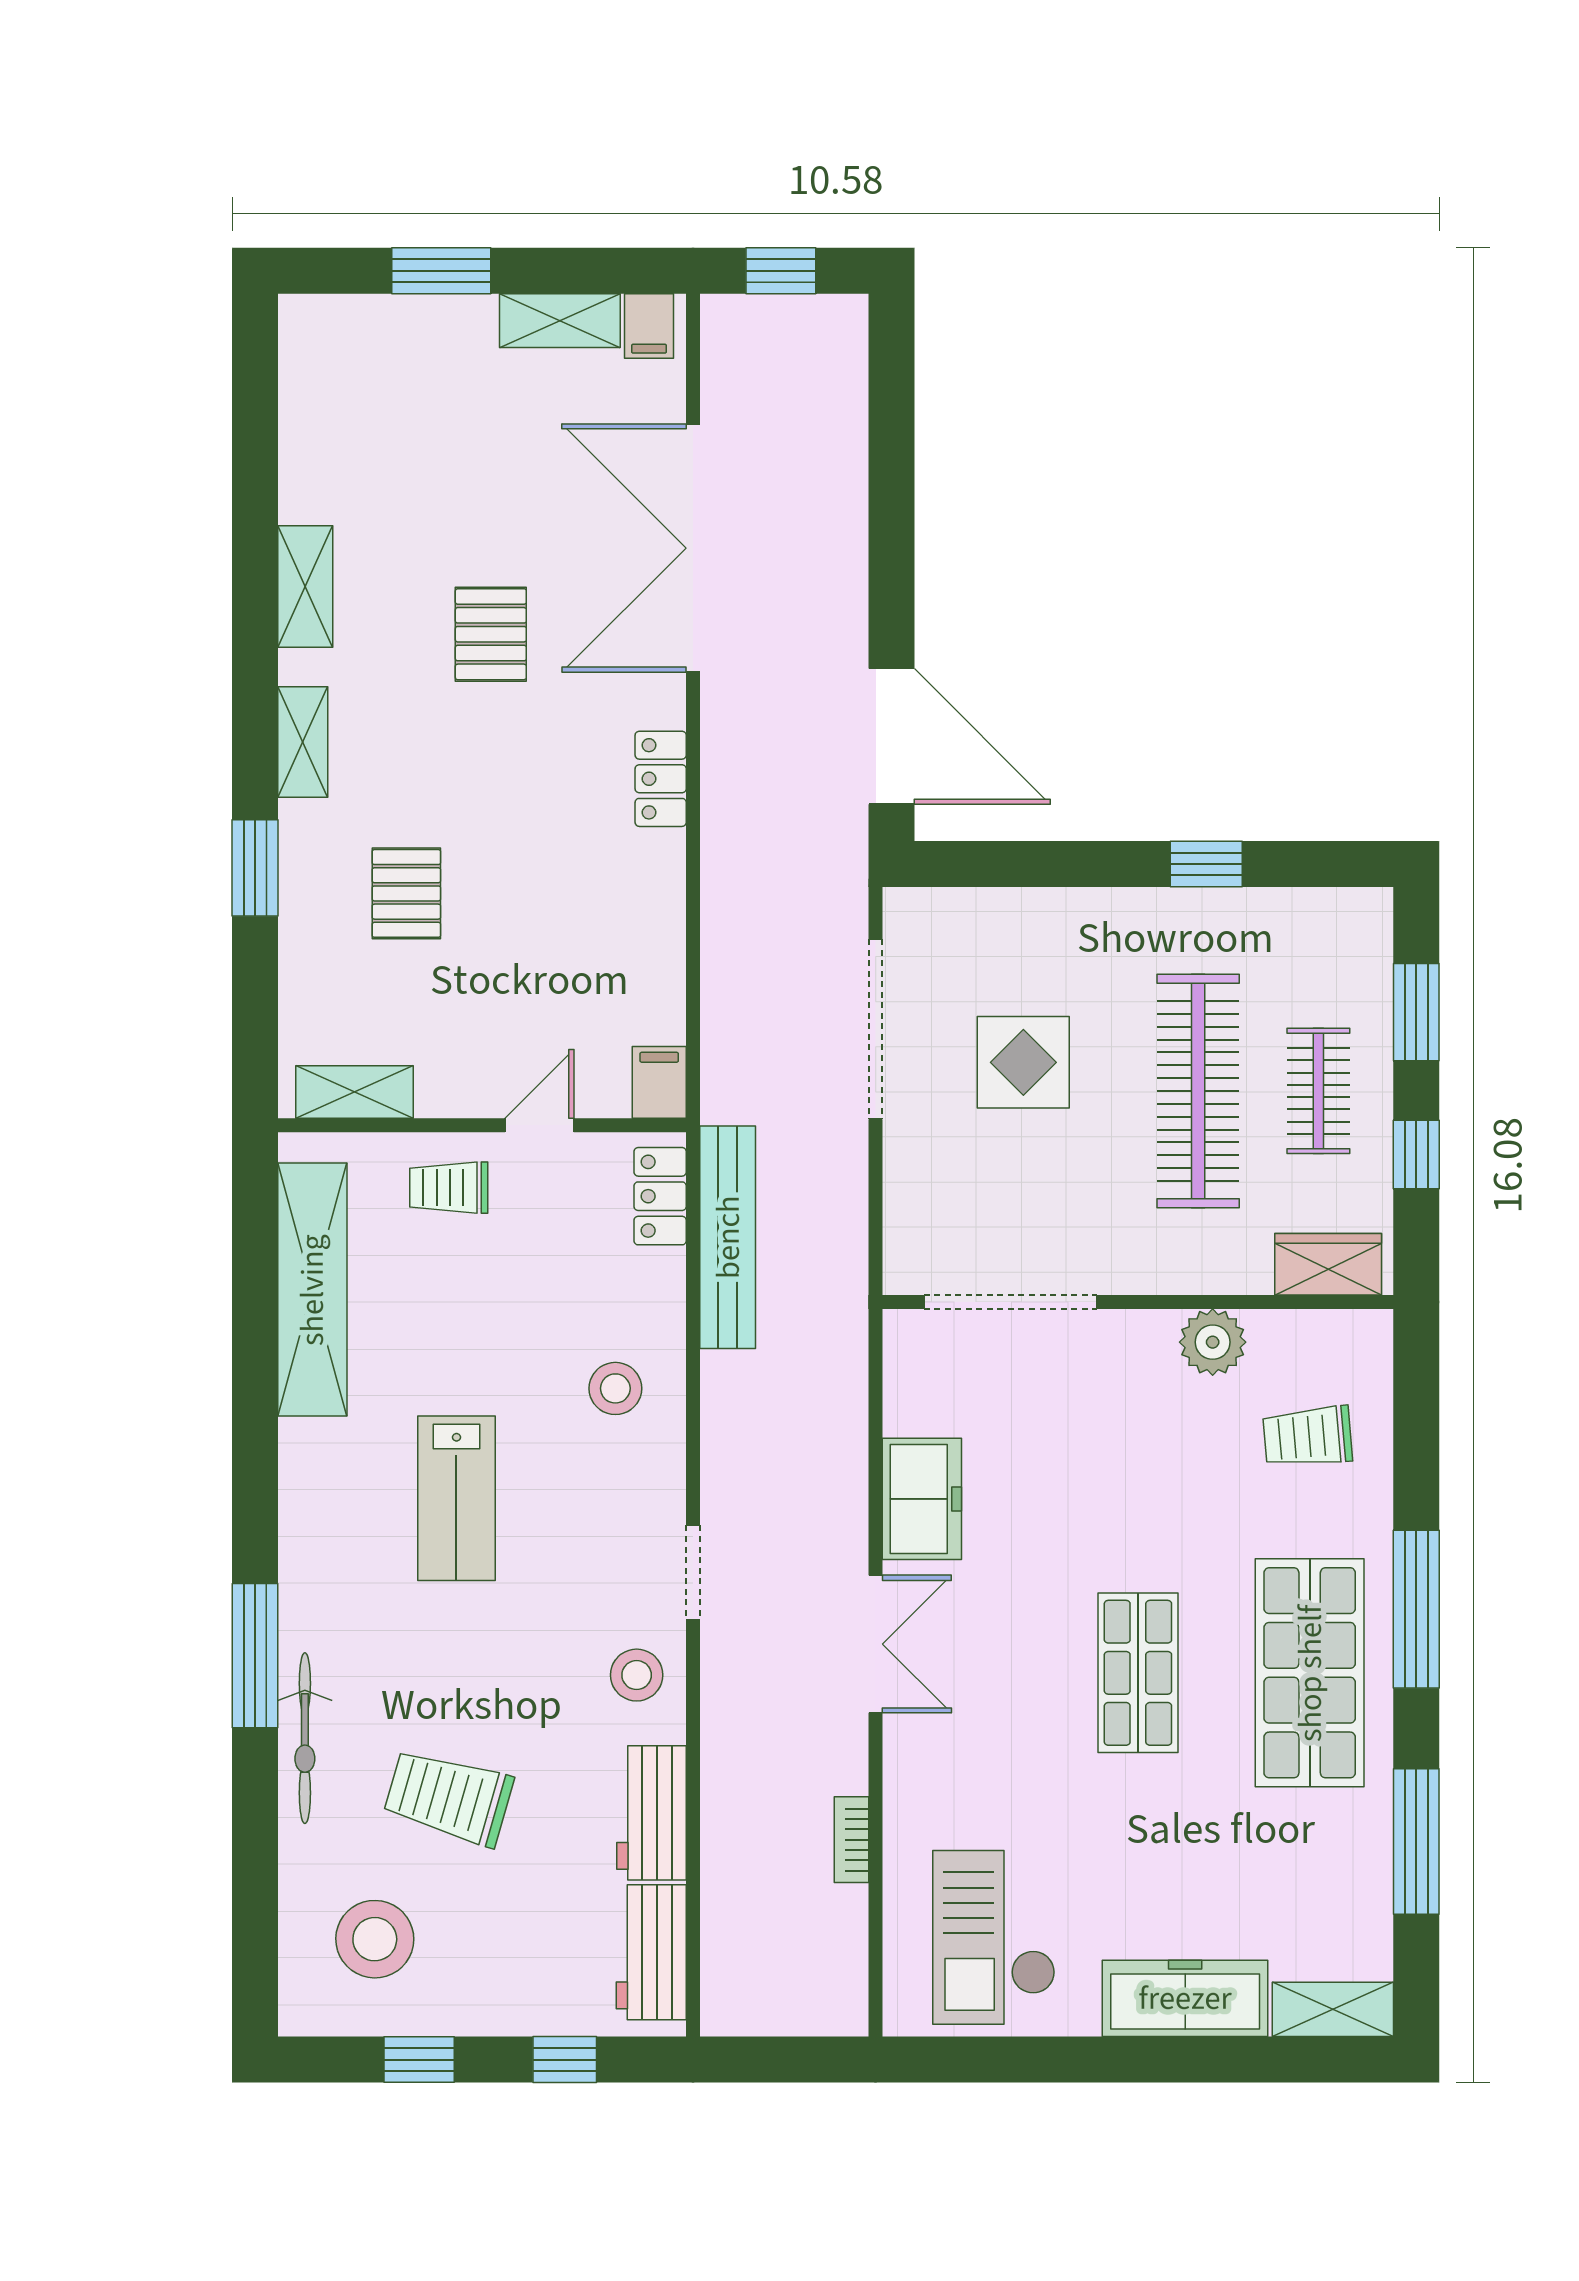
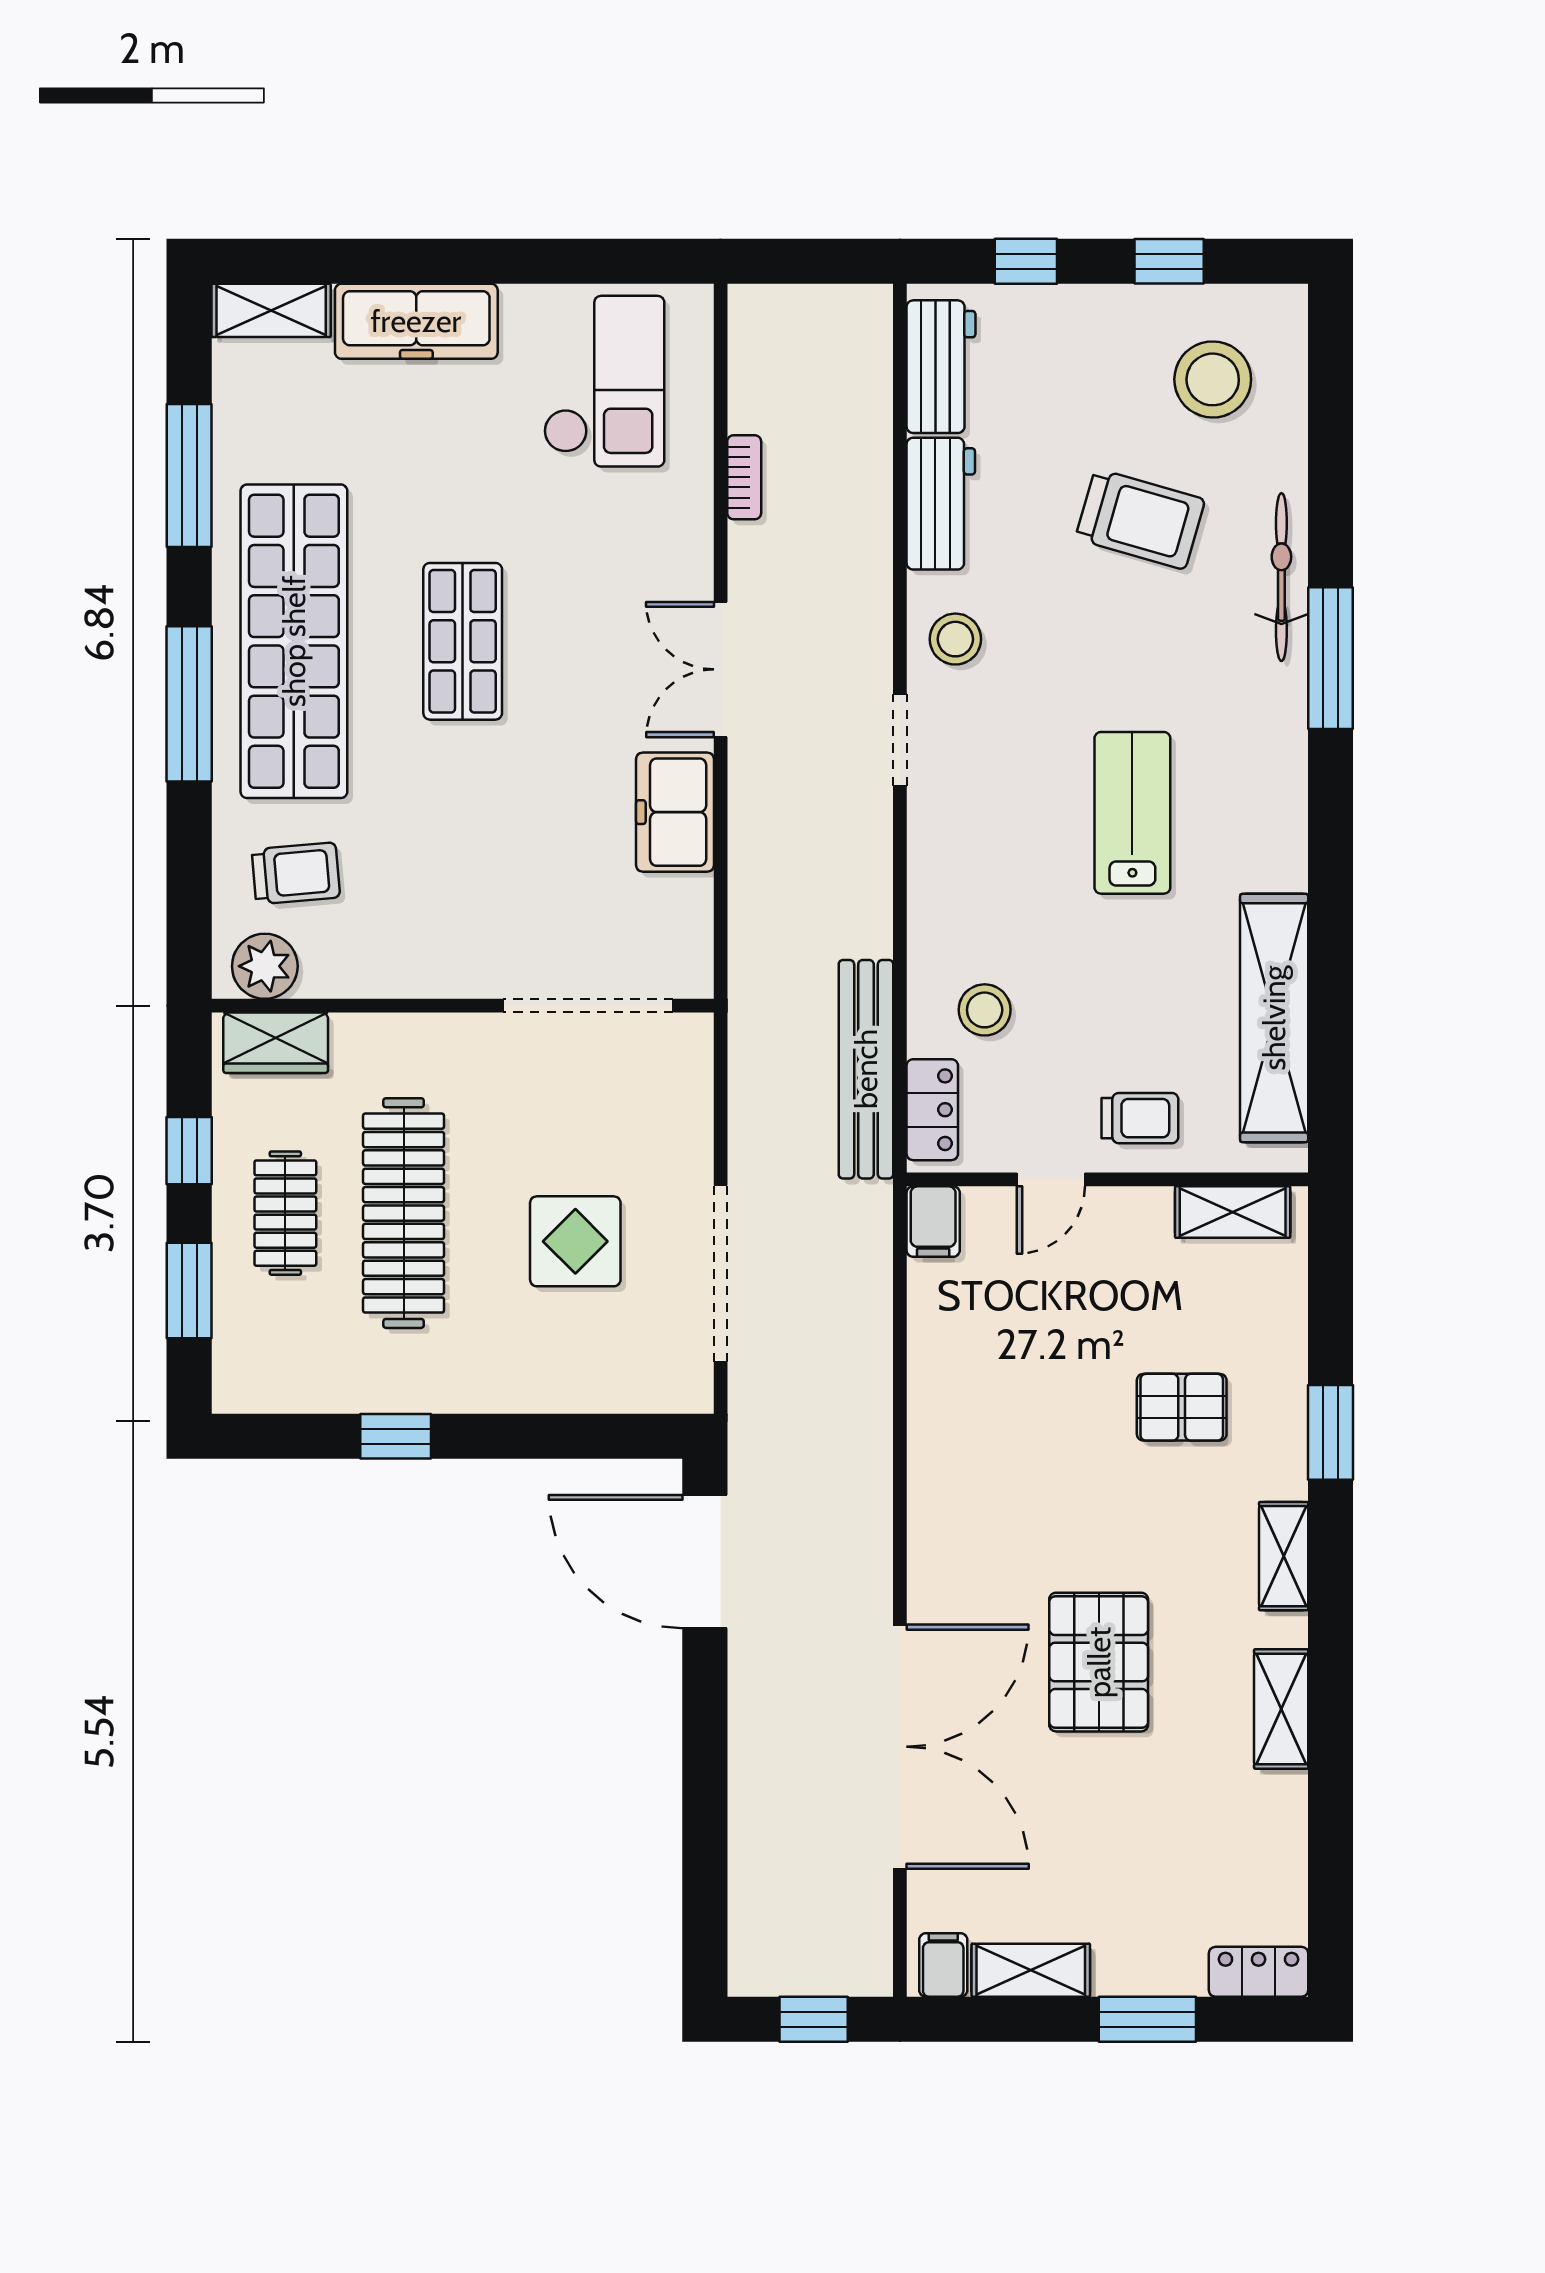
pallet: (491, 634) -> (1099, 1662), width x1.50, depth x1.42
locker: (661, 779) -> (1259, 1972), moved, turned -90
pallet: (406, 893) -> (1182, 1407), turned 90
plant: (1213, 1342) -> (265, 966), moved
stool: (615, 1388) -> (985, 1010), moved
shop shelf: (1310, 1673) -> (294, 641), width x1.40

